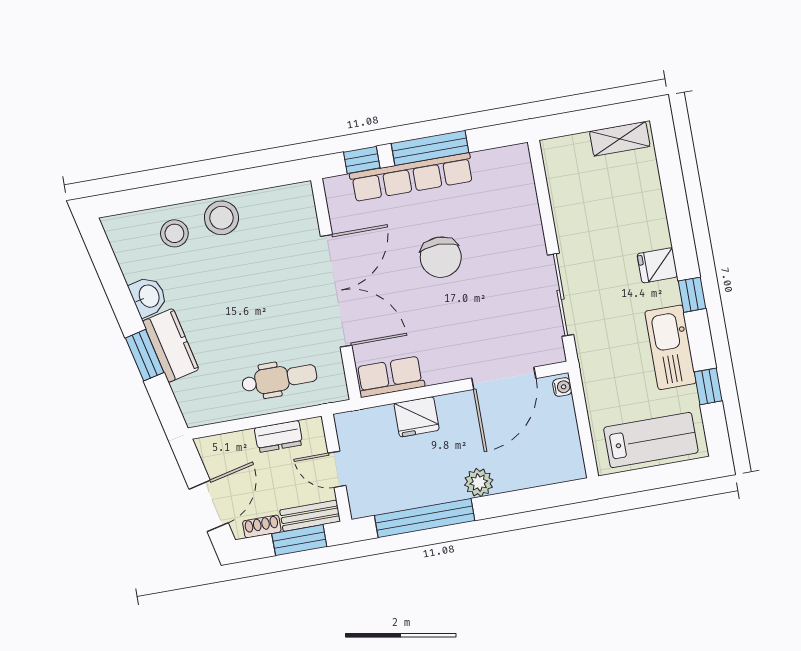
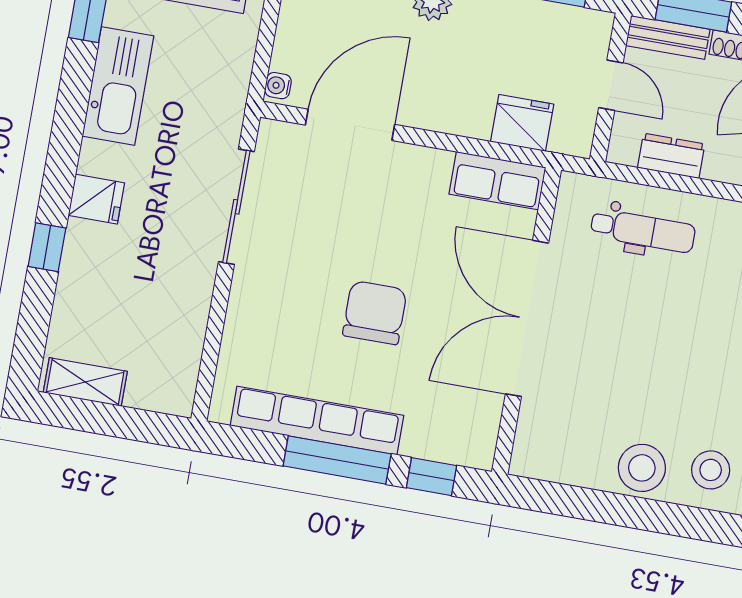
row of seats: (412, 177) -> (317, 421), moved
window: (692, 295) -> (47, 247), moved
dental chair: (279, 379) -> (643, 231), turned 180
fridge: (417, 417) -> (522, 123), moved

